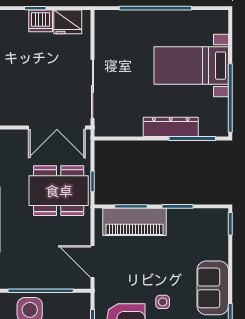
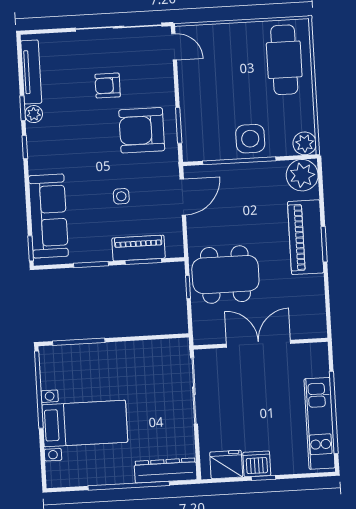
double door: (57, 127) -> (259, 344), moved
dresser: (171, 127) -> (166, 470), moved, turned 180
piano: (134, 222) -> (139, 248), width x0.73, depth x0.75
door: (93, 262) -> (183, 197), hinge flipped
sofa: (213, 288) -> (48, 216), moved, width x1.36
side table: (163, 302) -> (121, 196), moved

